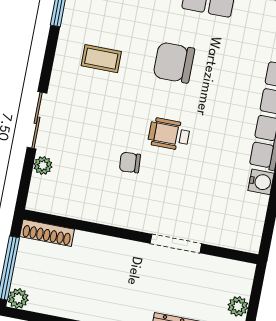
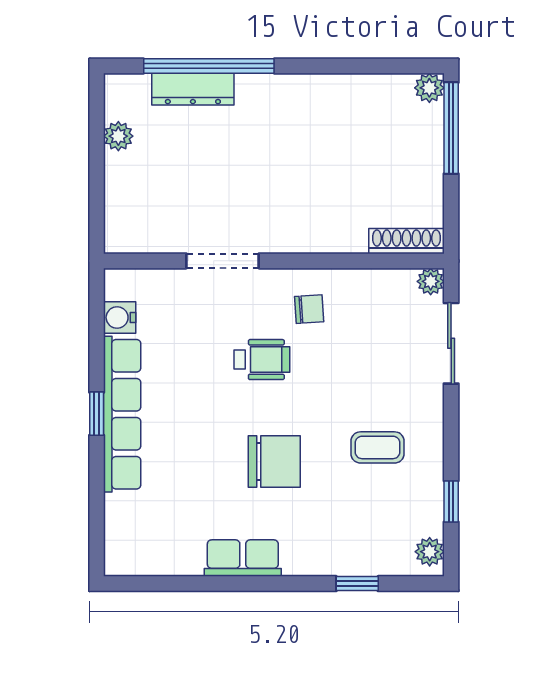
shoe rack: (47, 233) -> (406, 241), moved
wall: (141, 237) -> (274, 261), moved
doorway: (176, 243) -> (223, 261), moved

